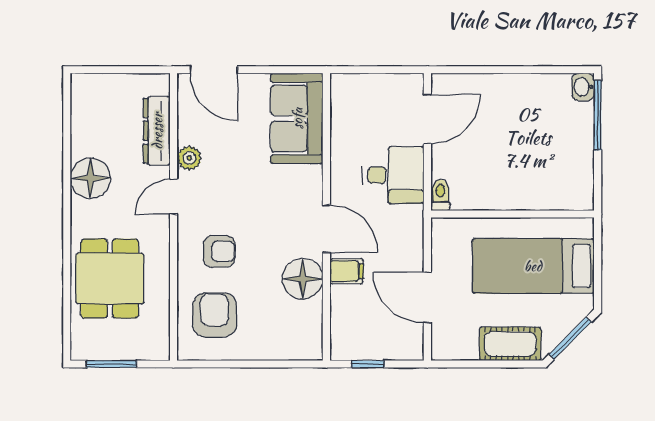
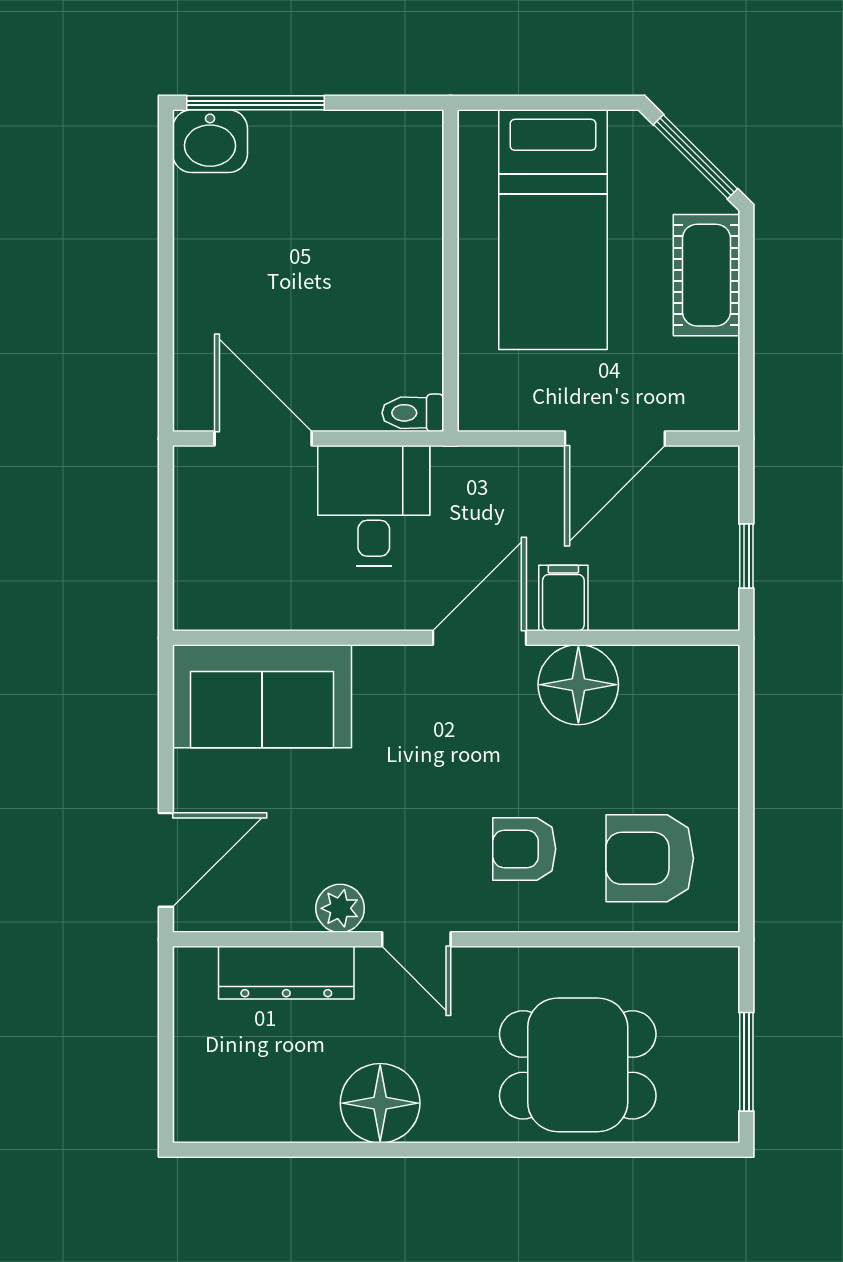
washbasin: (583, 87) -> (210, 141), width x1.38, depth x1.45
armchair: (219, 251) -> (524, 849), turned -90

